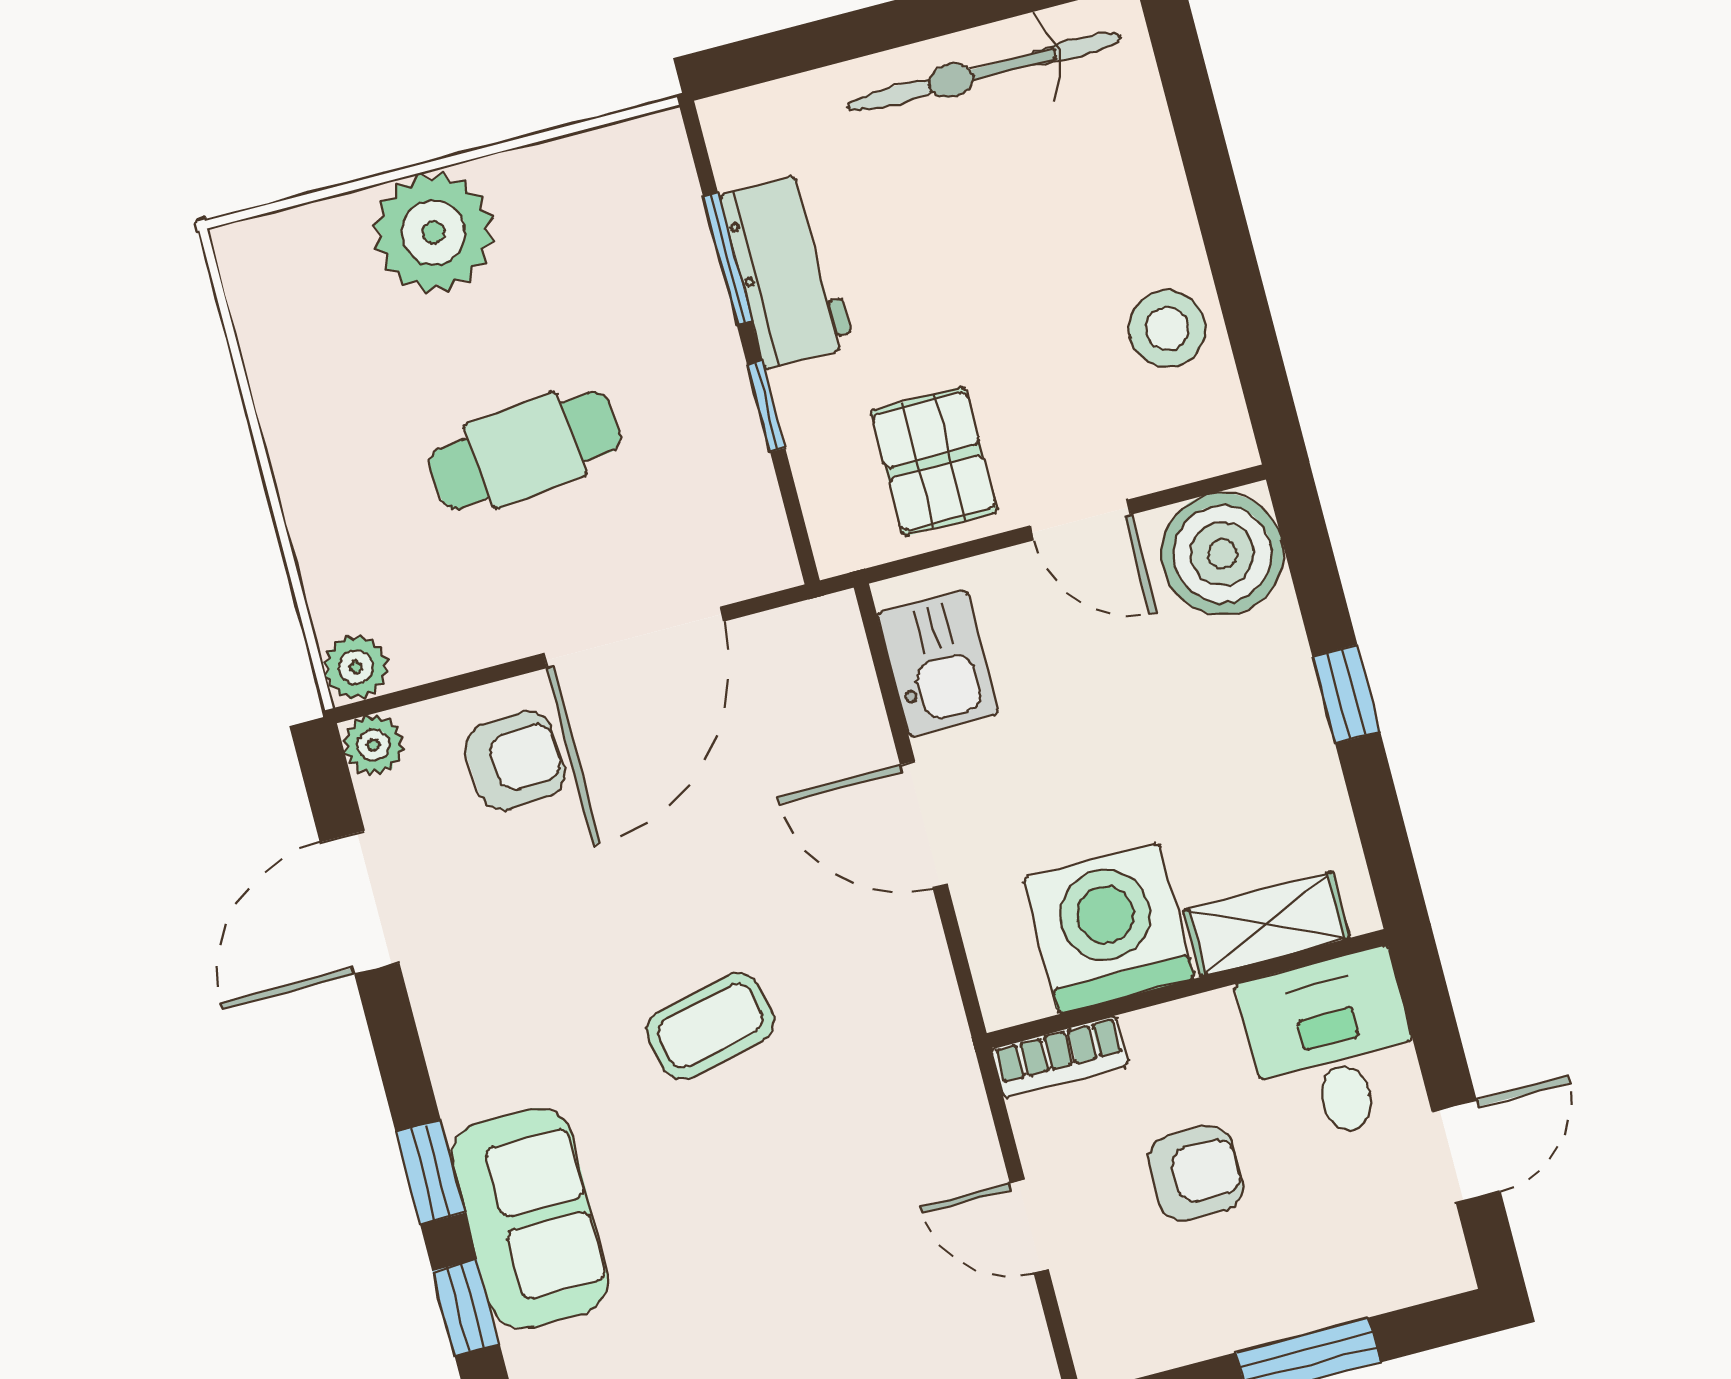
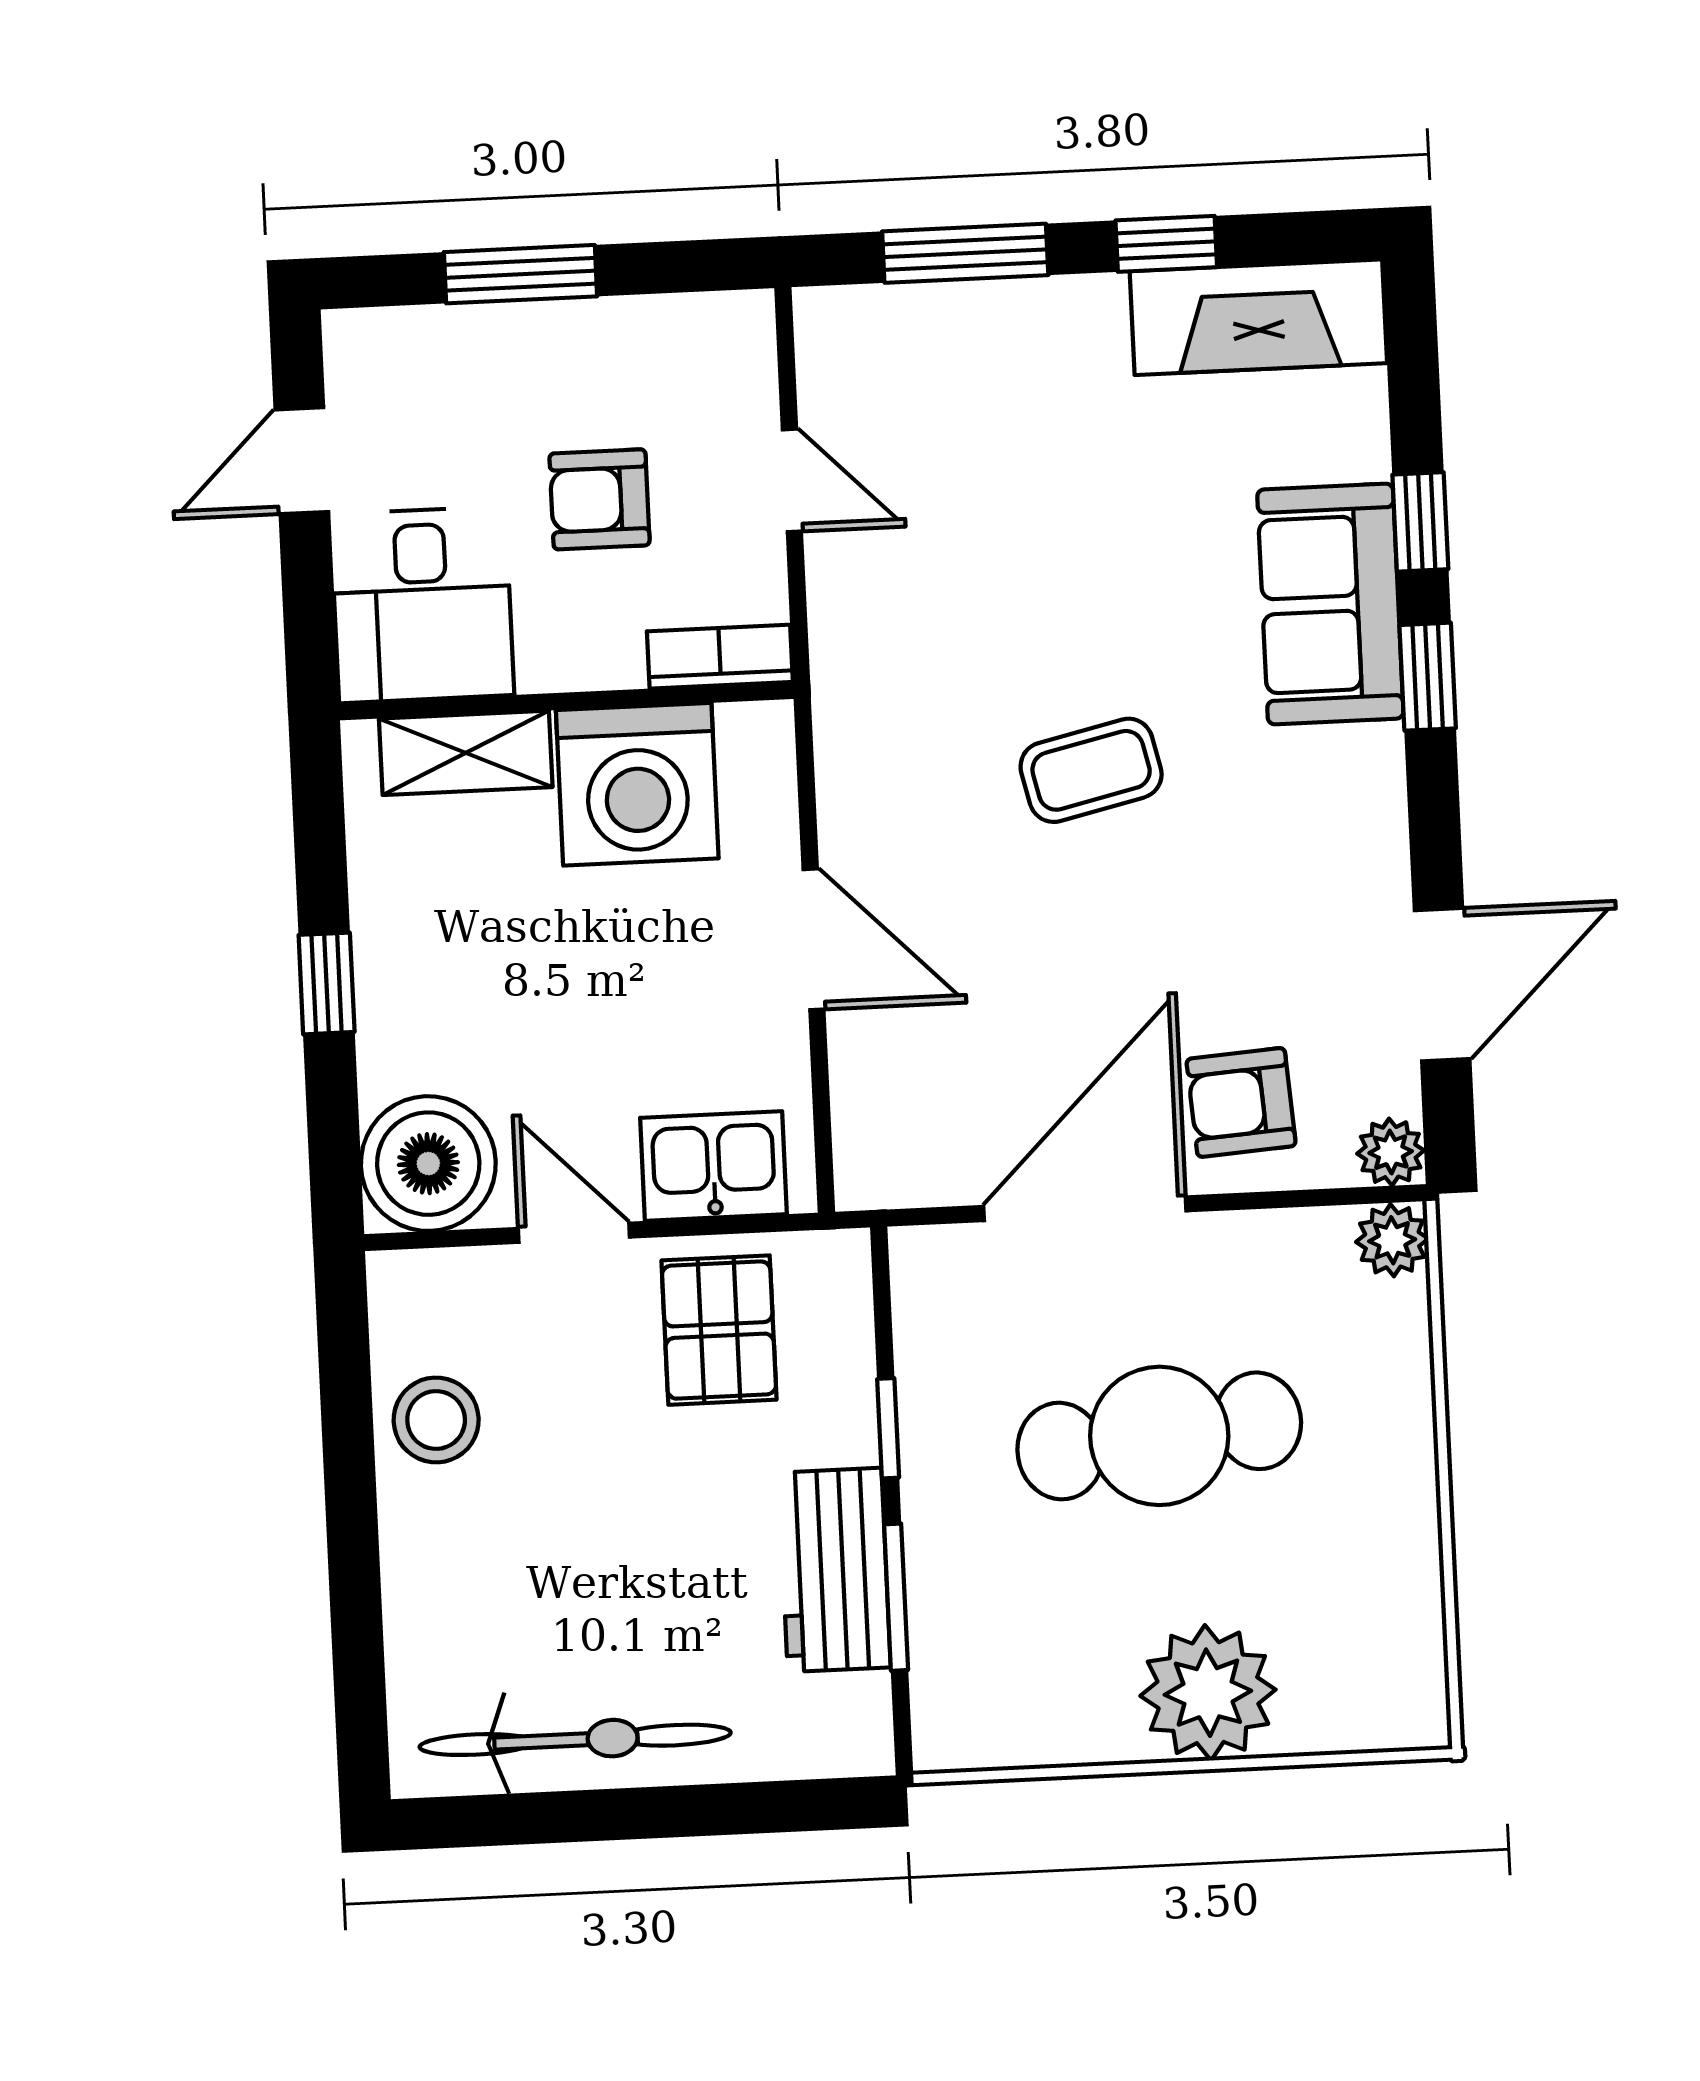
cafe table: (525, 450) -> (1159, 1436), width x1.37, depth x1.35
kitchen sink: (938, 663) -> (714, 1166), moved, turned 90

